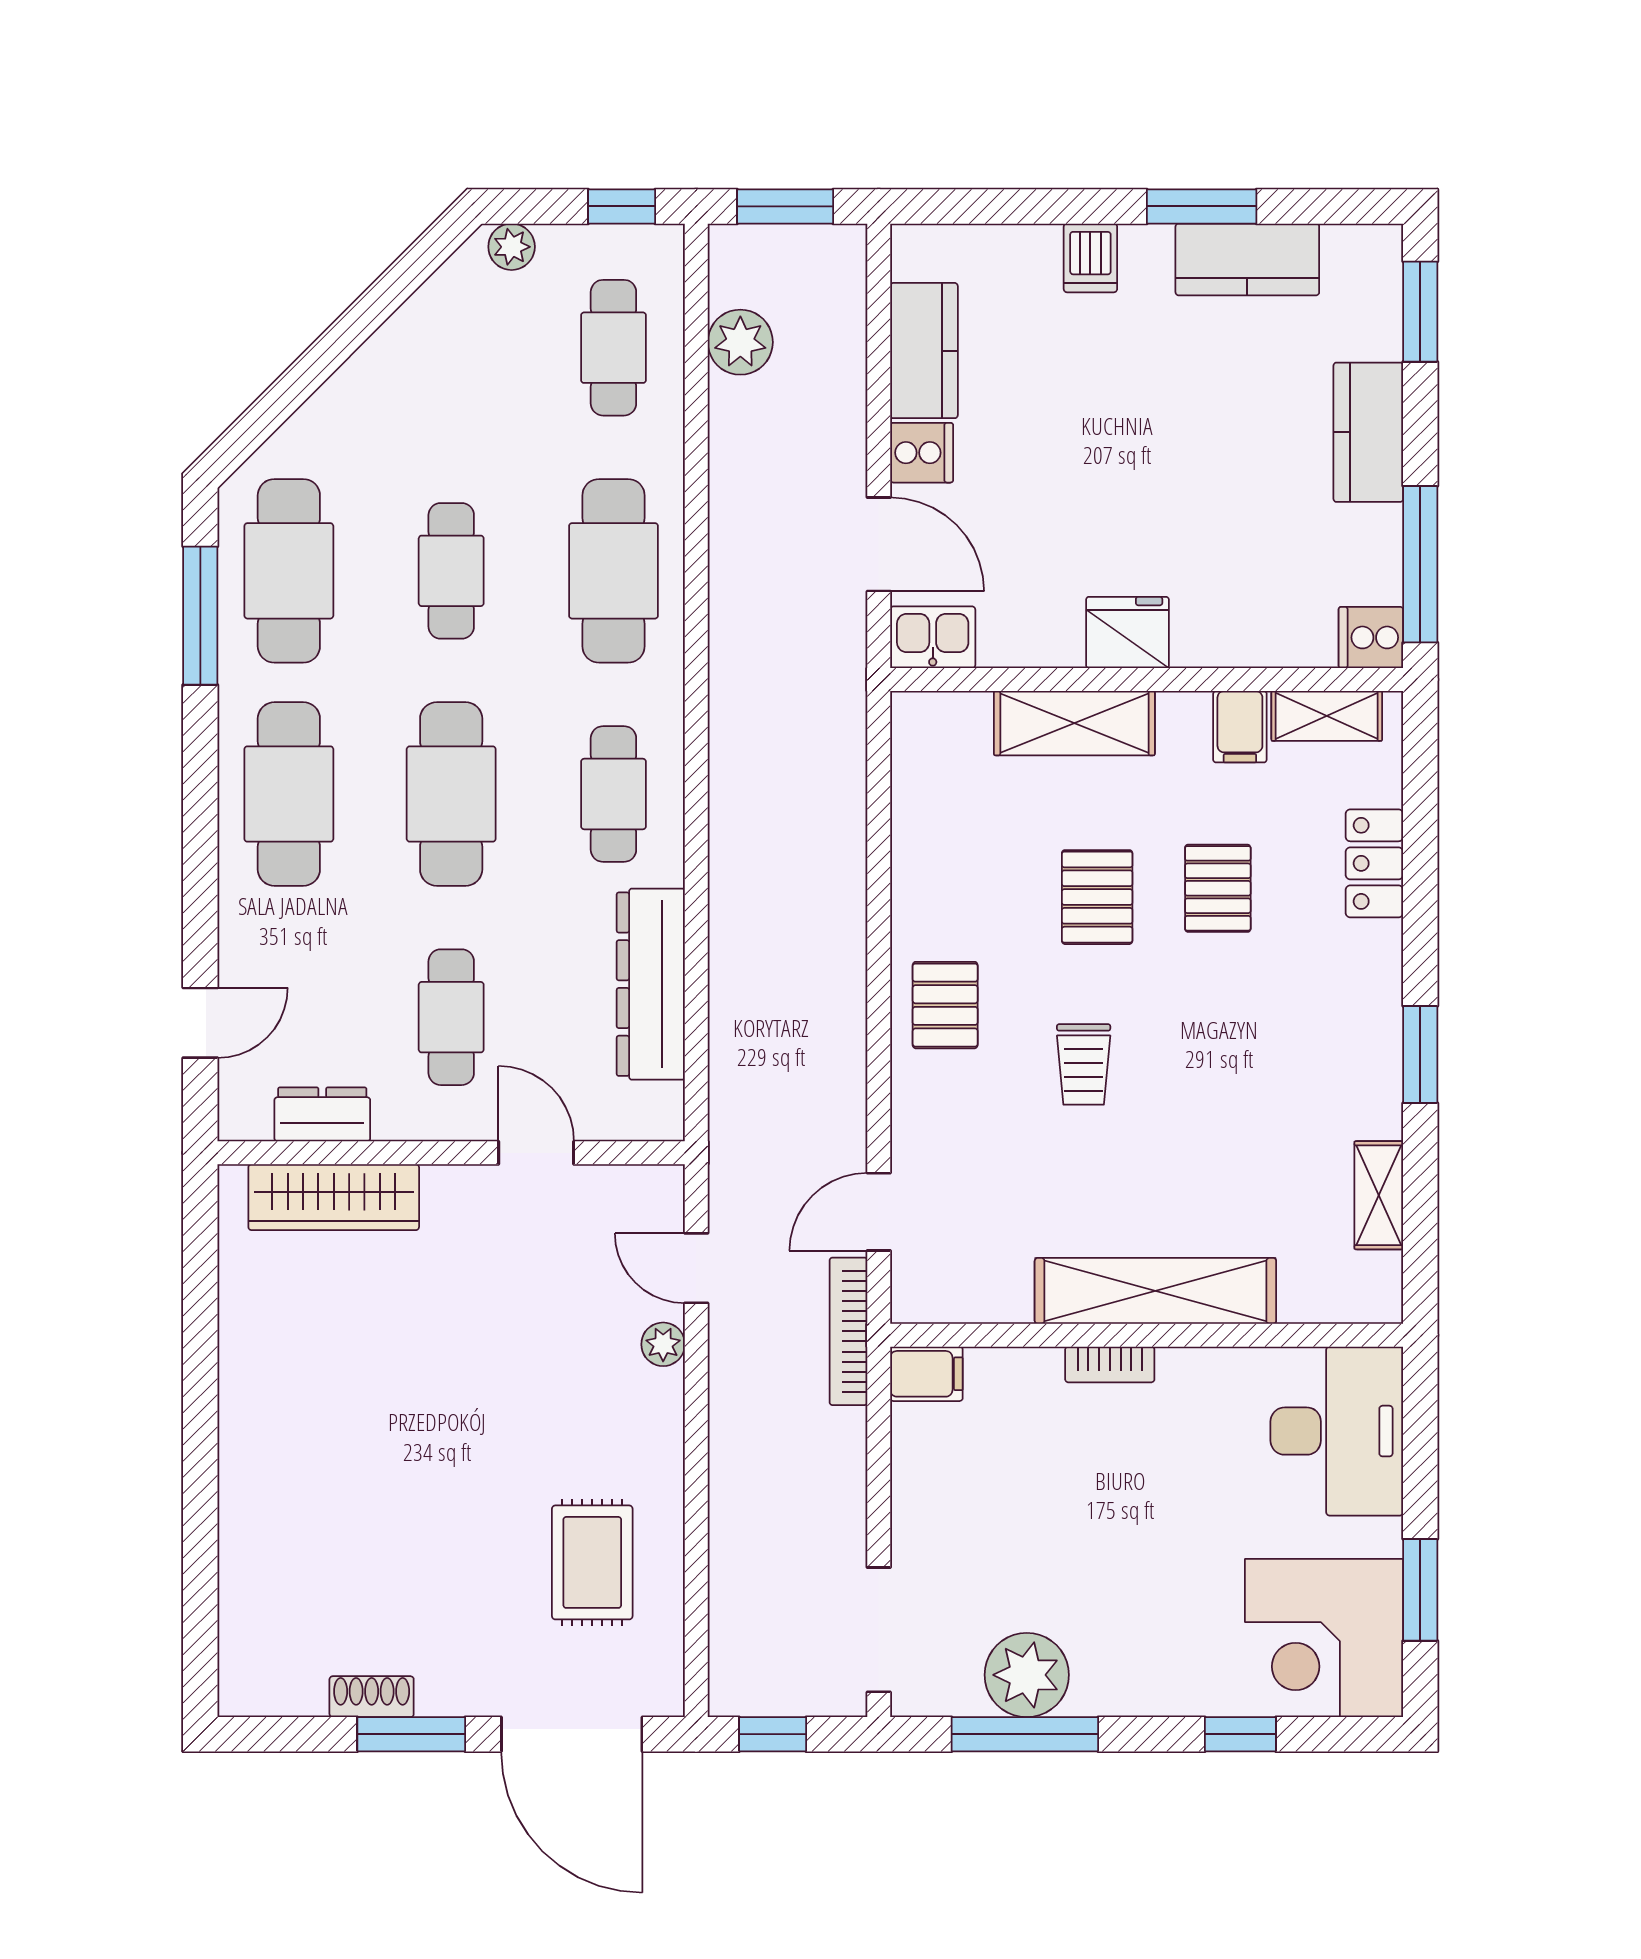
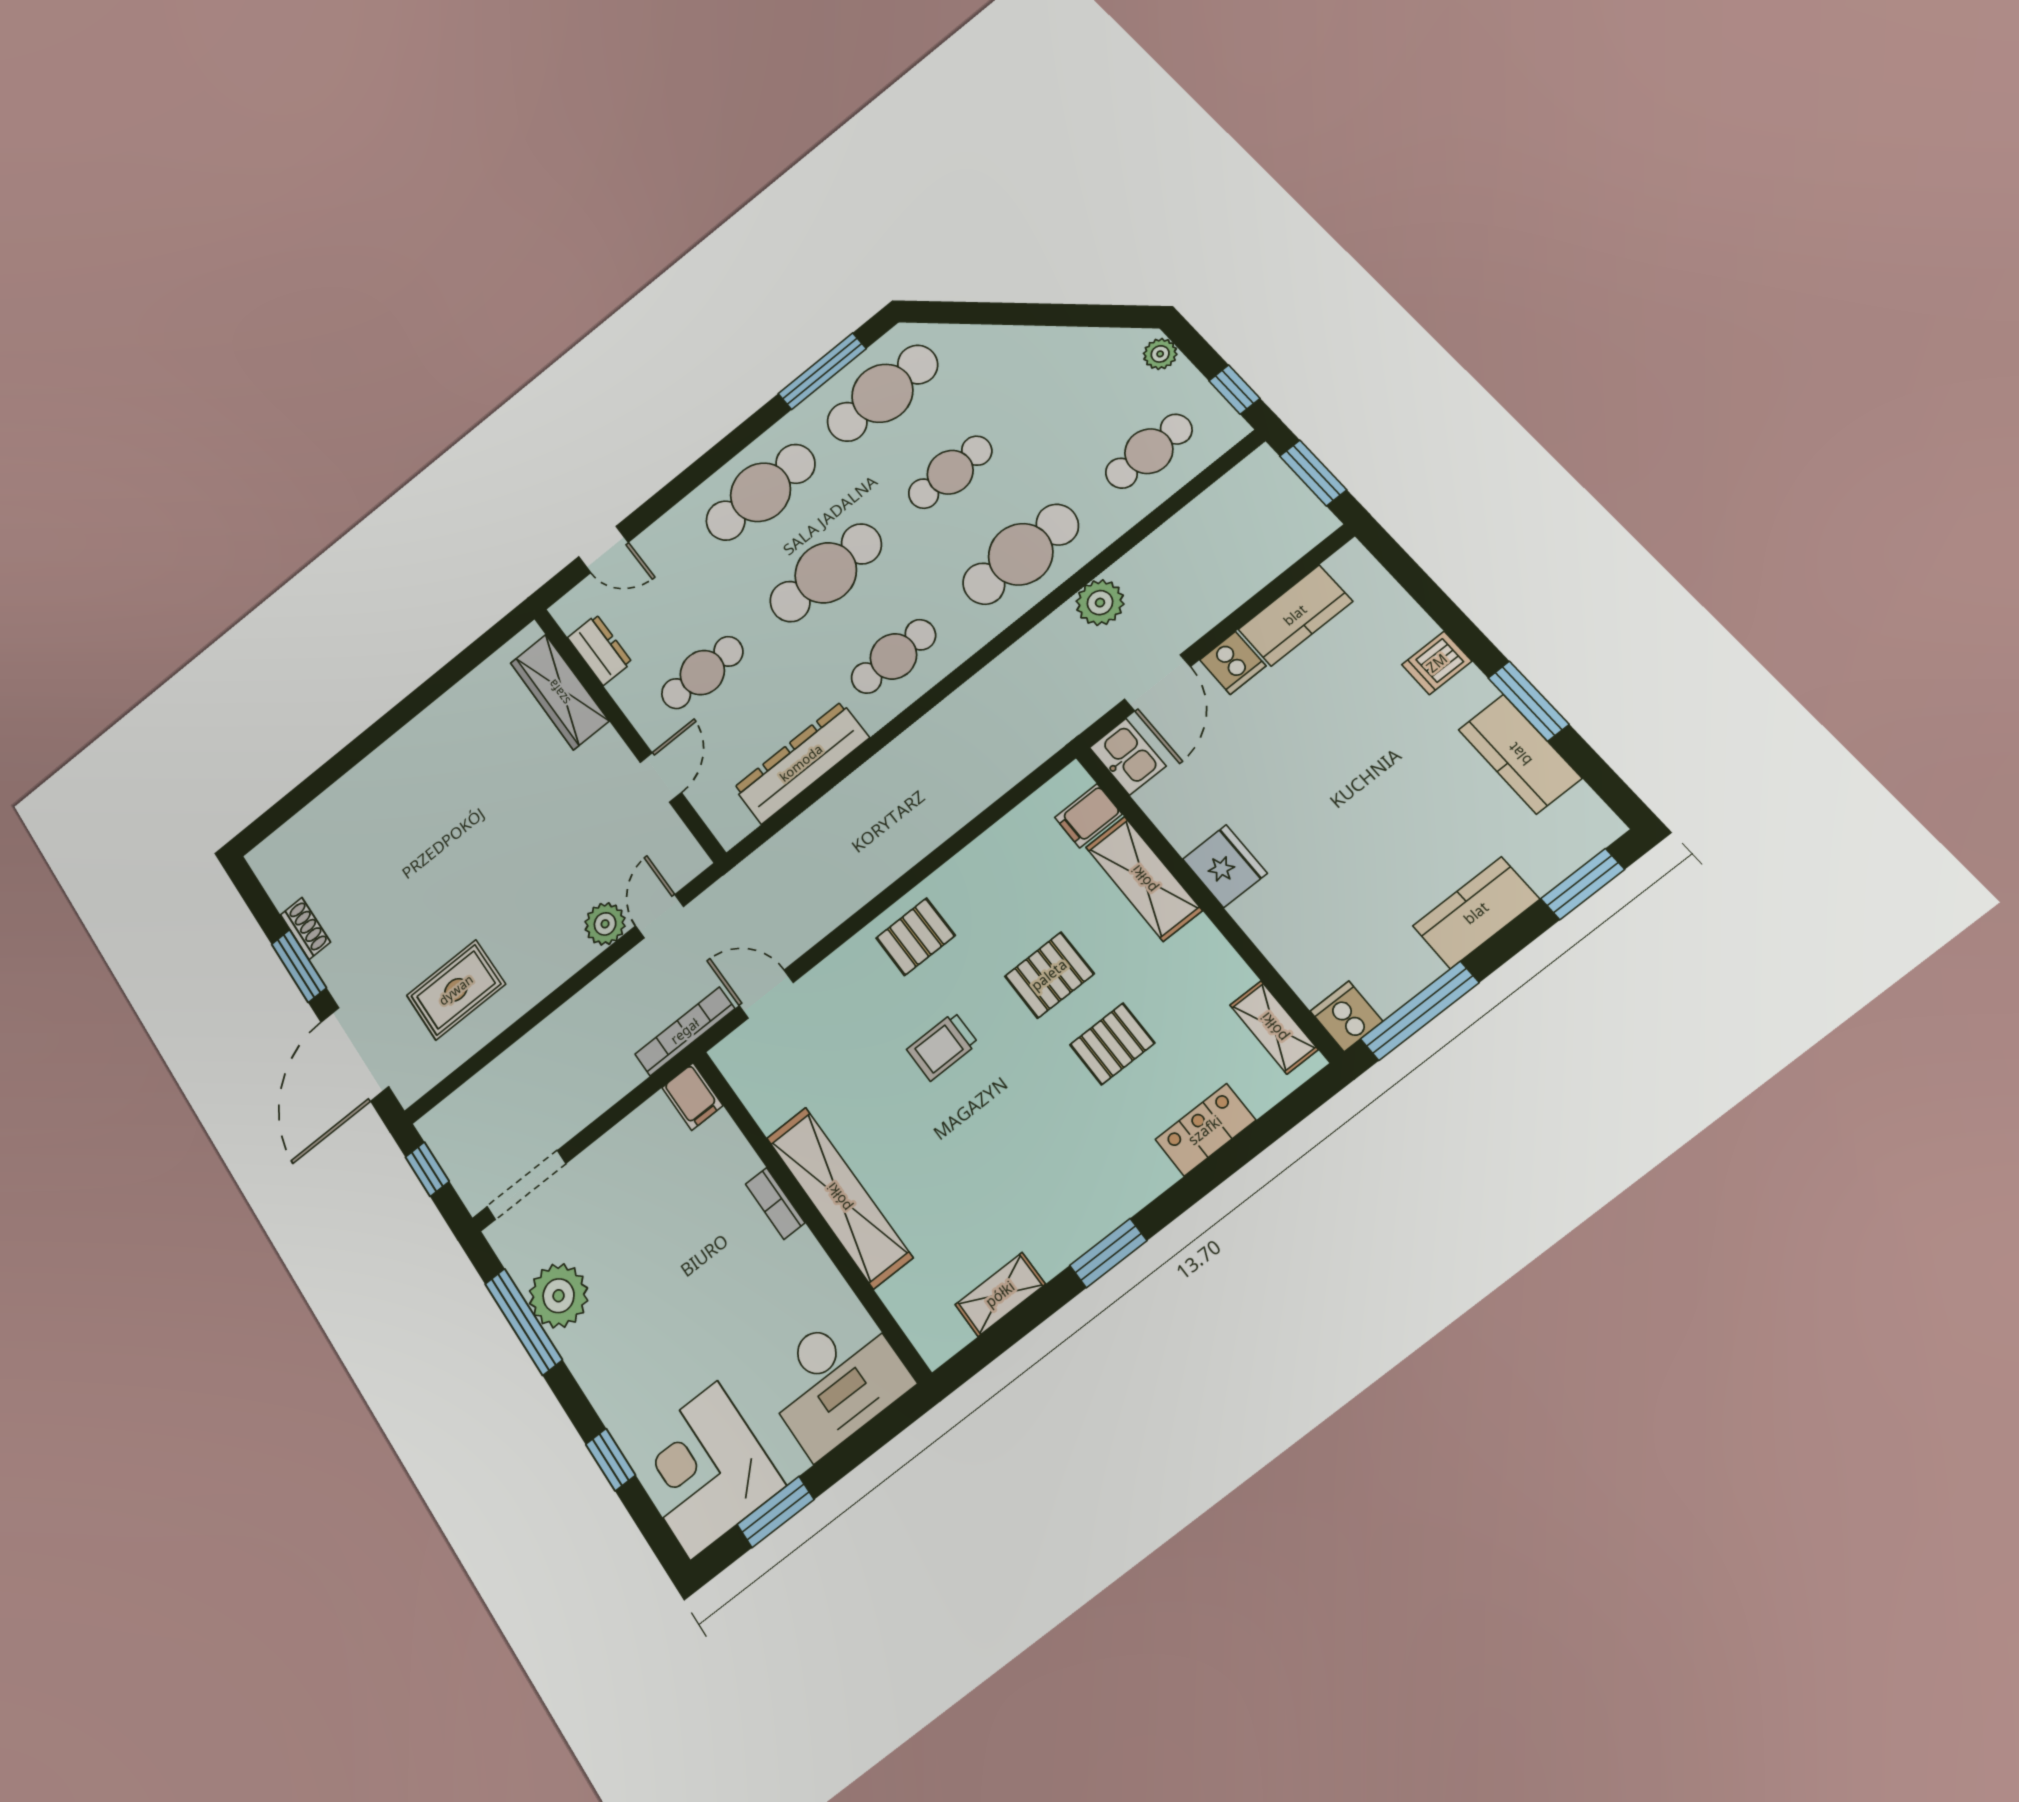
plant: (740, 342) -> (1100, 603), moved
filing cabinet: (1240, 727) -> (1088, 816), moved
plant: (663, 1344) -> (605, 924), width x1.38, depth x1.38

